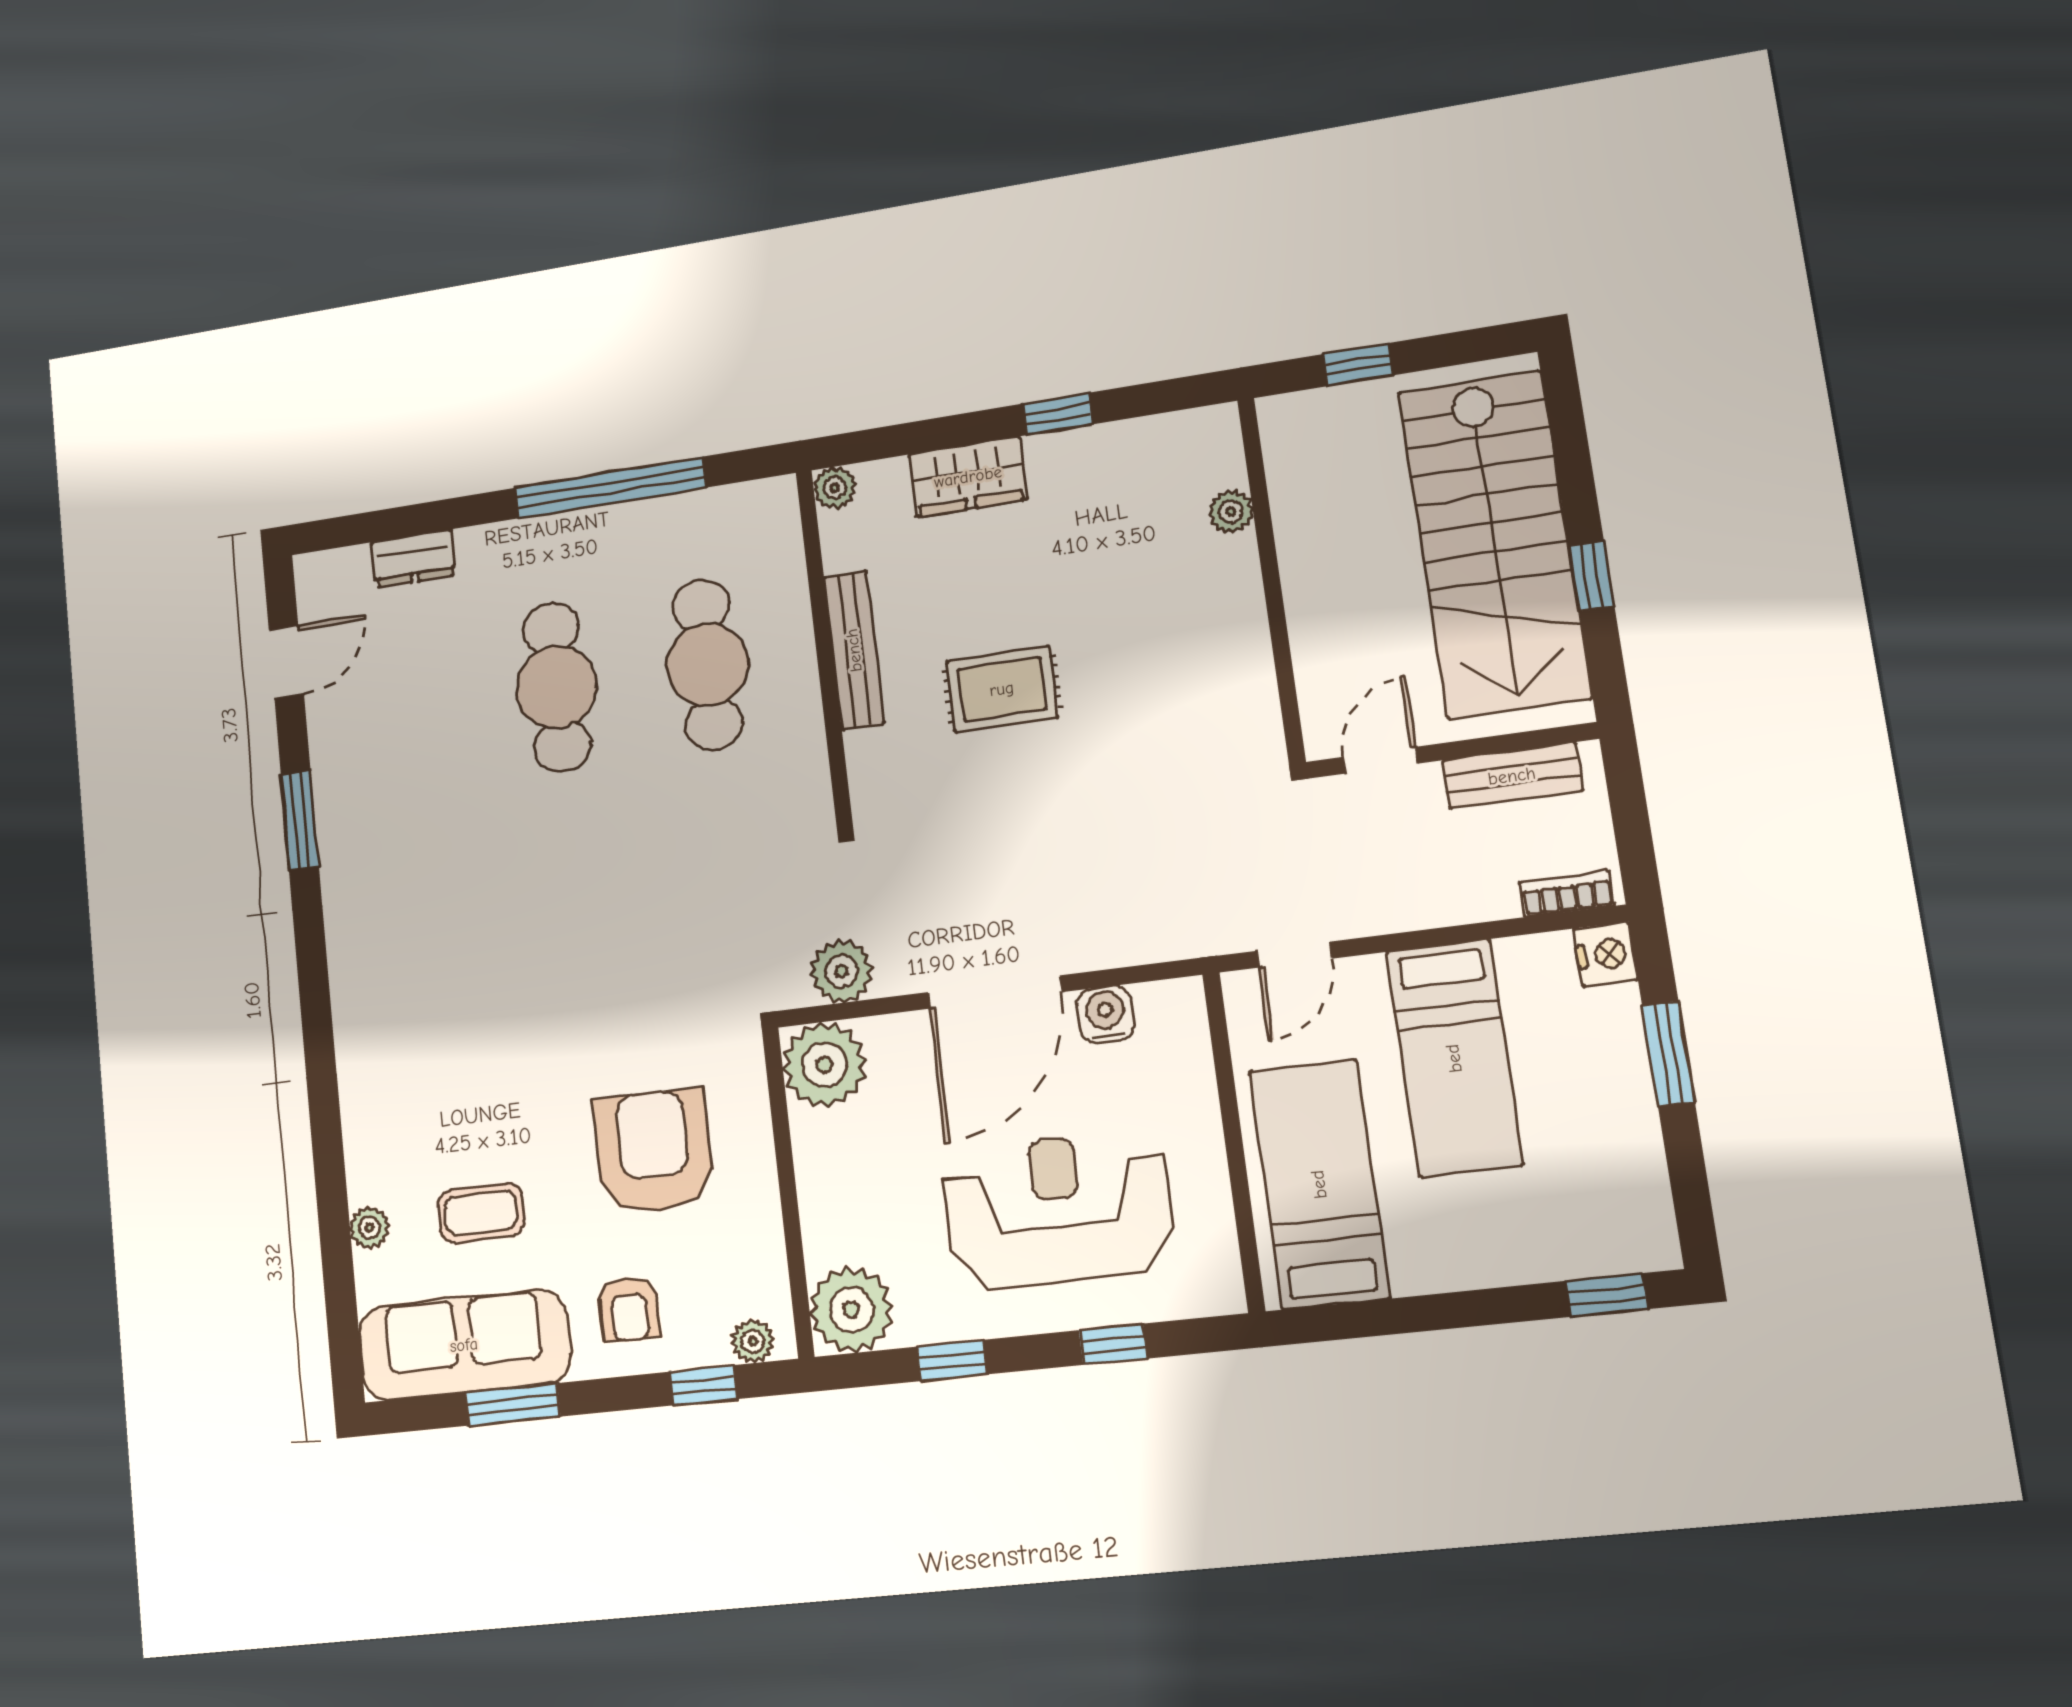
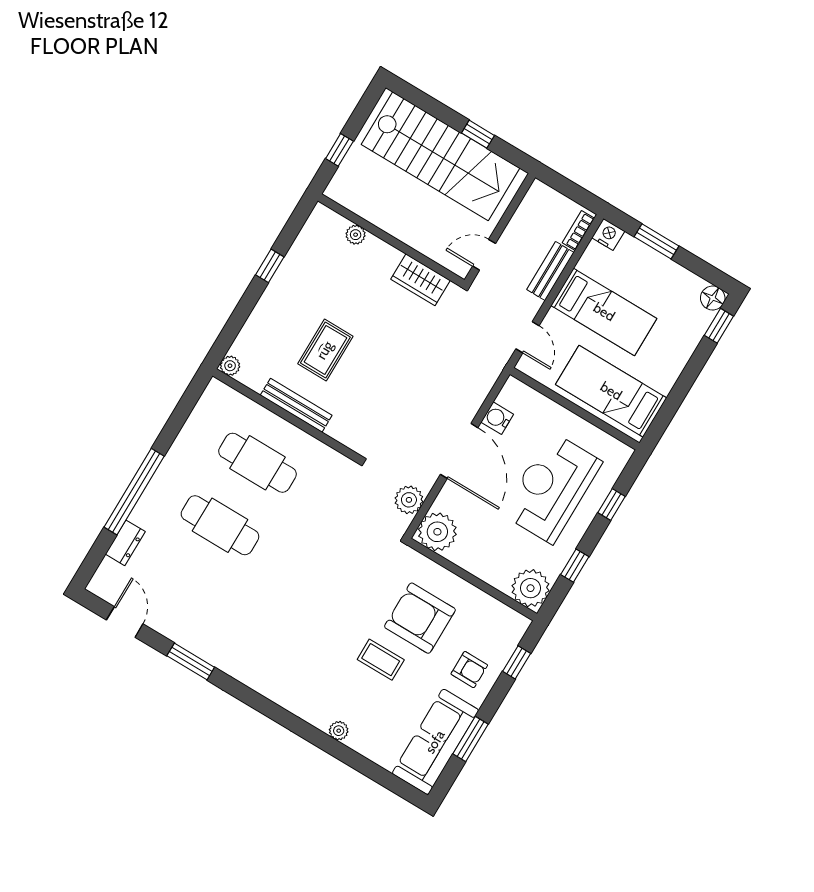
wardrobe: (968, 477) -> (420, 280), moved, turned 90
window: (610, 488) -> (134, 492), moved
rug: (1002, 689) -> (325, 350), moved
door: (1380, 760) -> (484, 255), hinge flipped
bench: (1512, 776) -> (550, 271), moved
coffee table: (481, 1213) -> (381, 660), moved, turned 90
plant: (369, 1228) -> (339, 731), moved
floor lamp: (1650, 1243) -> (713, 298), added
plant: (753, 1341) -> (515, 632), removed

